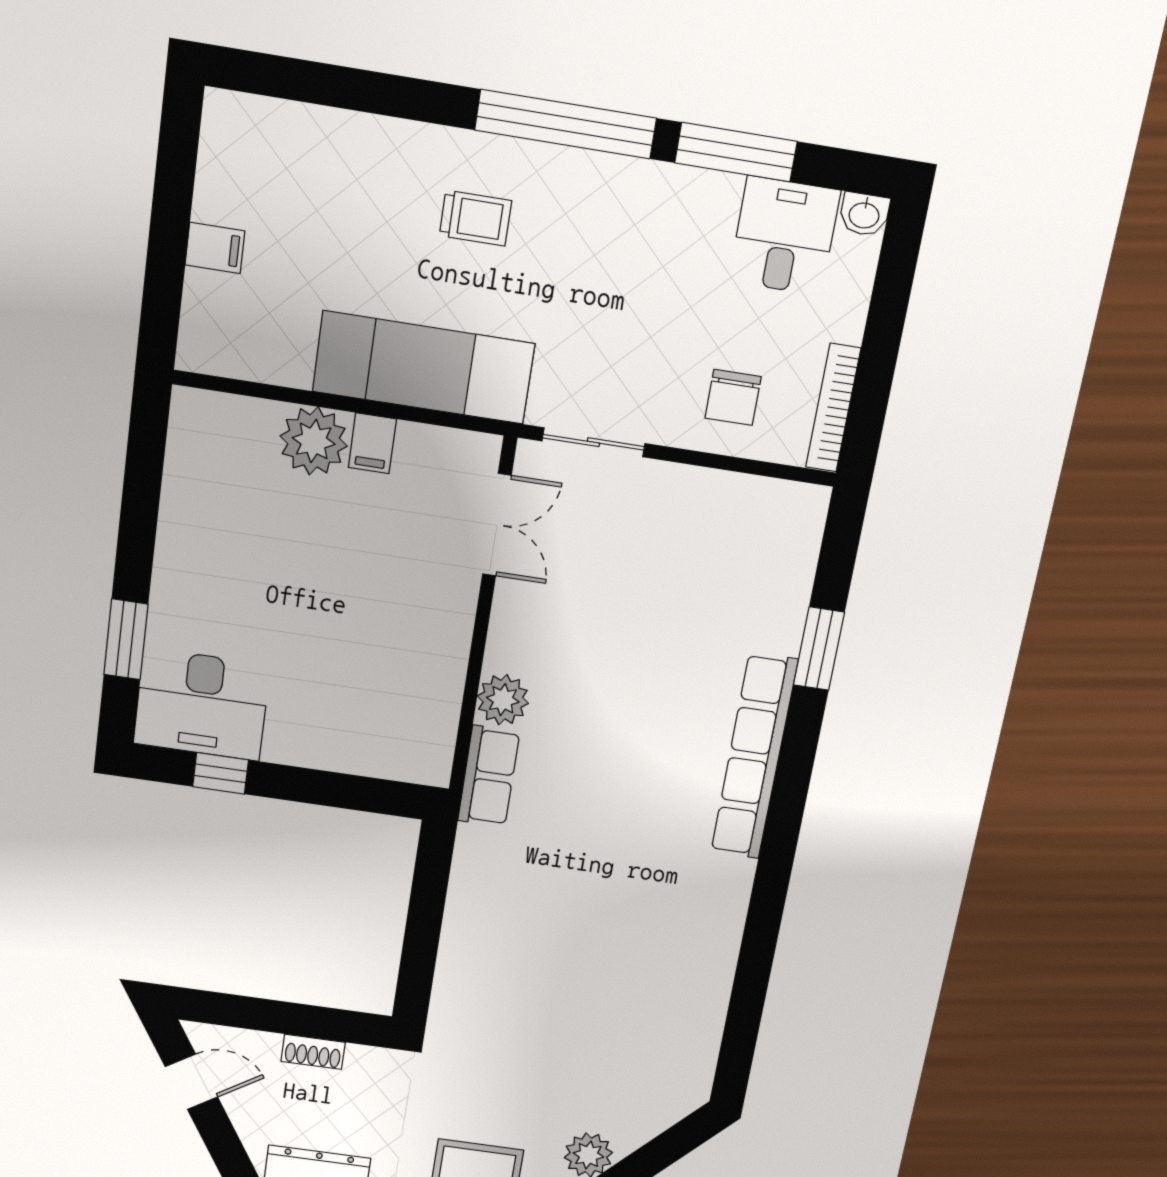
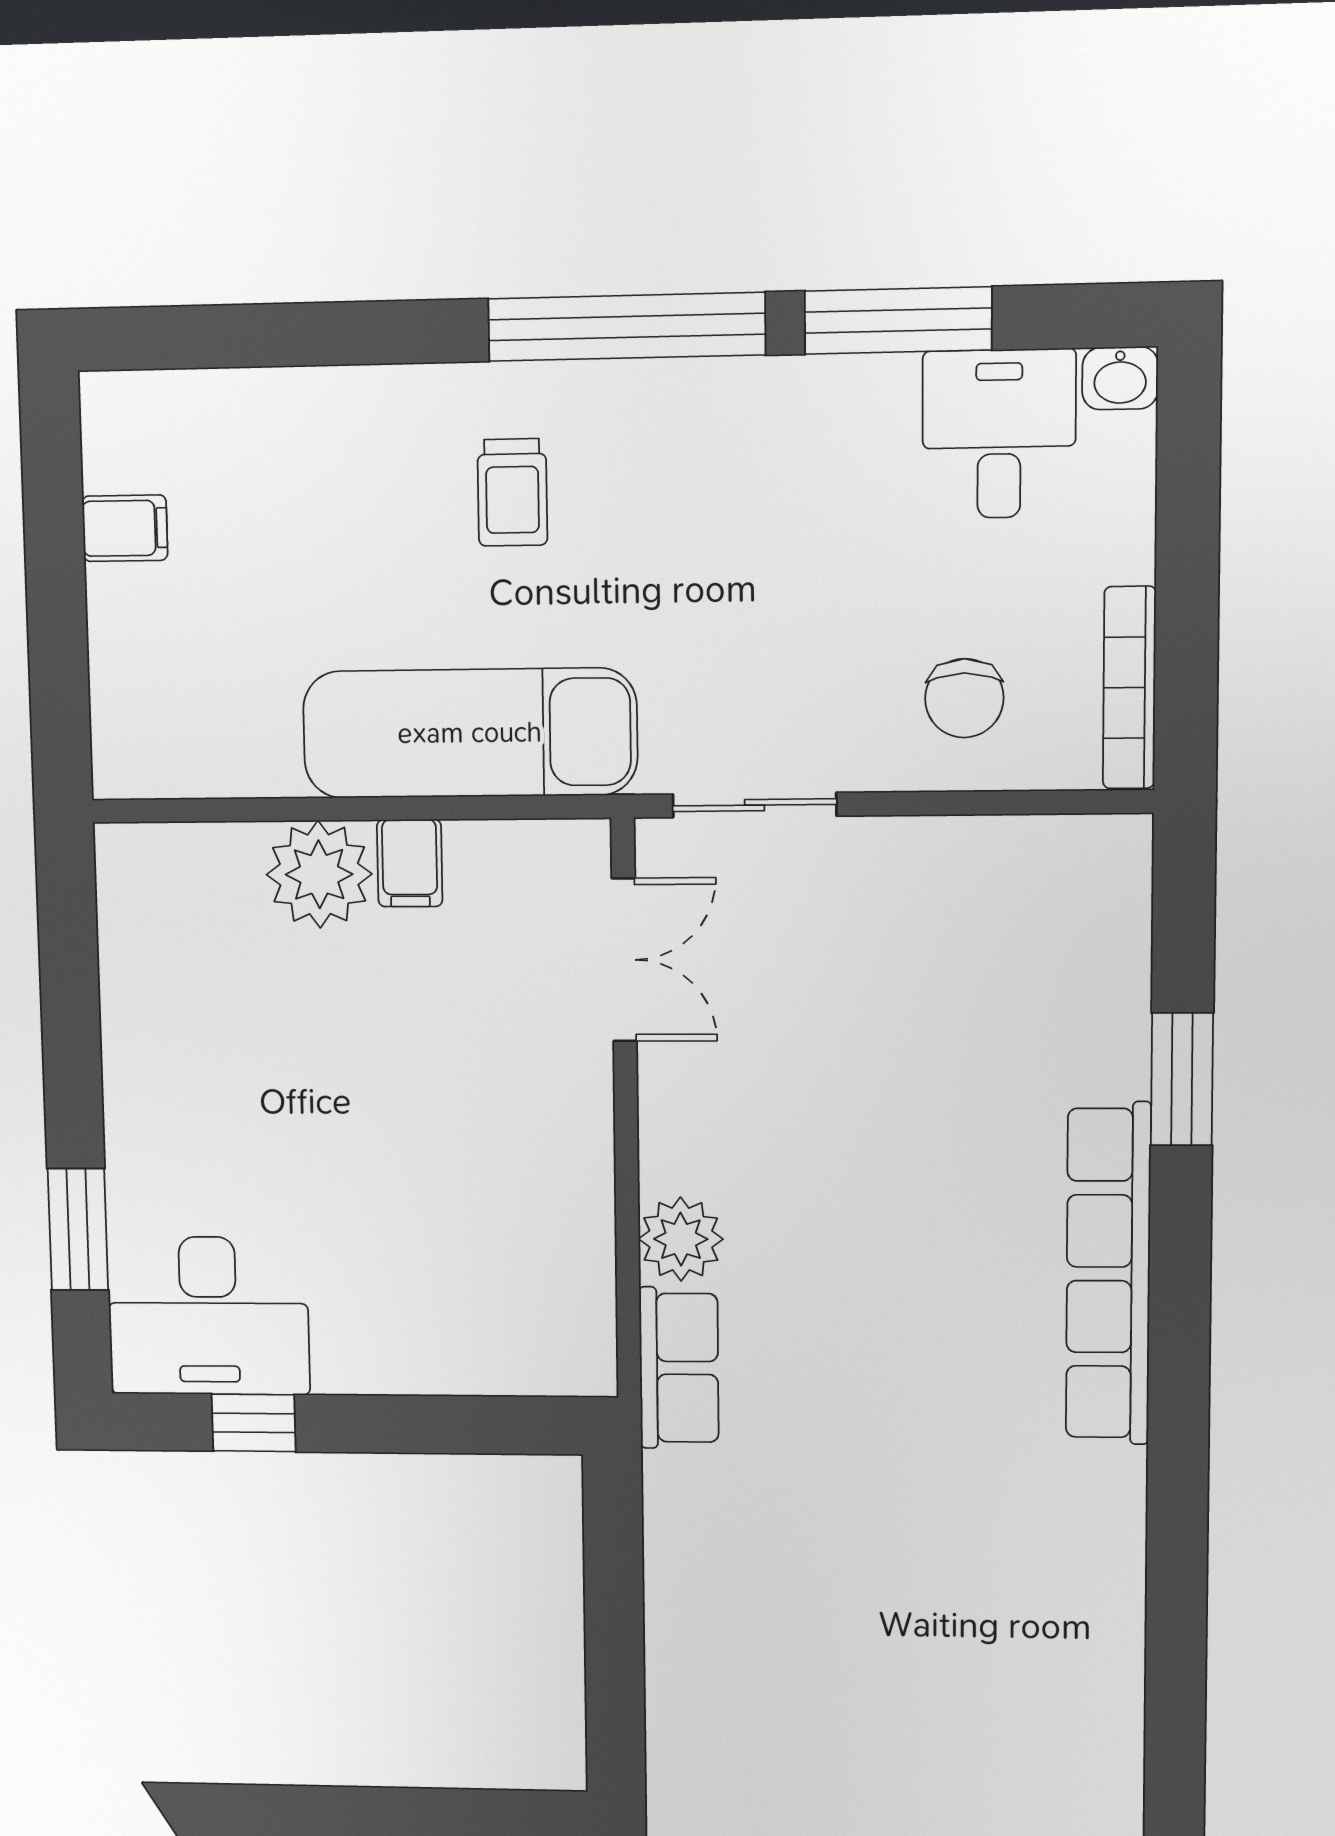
trolley: (475, 218) -> (512, 492), turned 90
filing cabinet: (215, 248) -> (125, 528), moved

